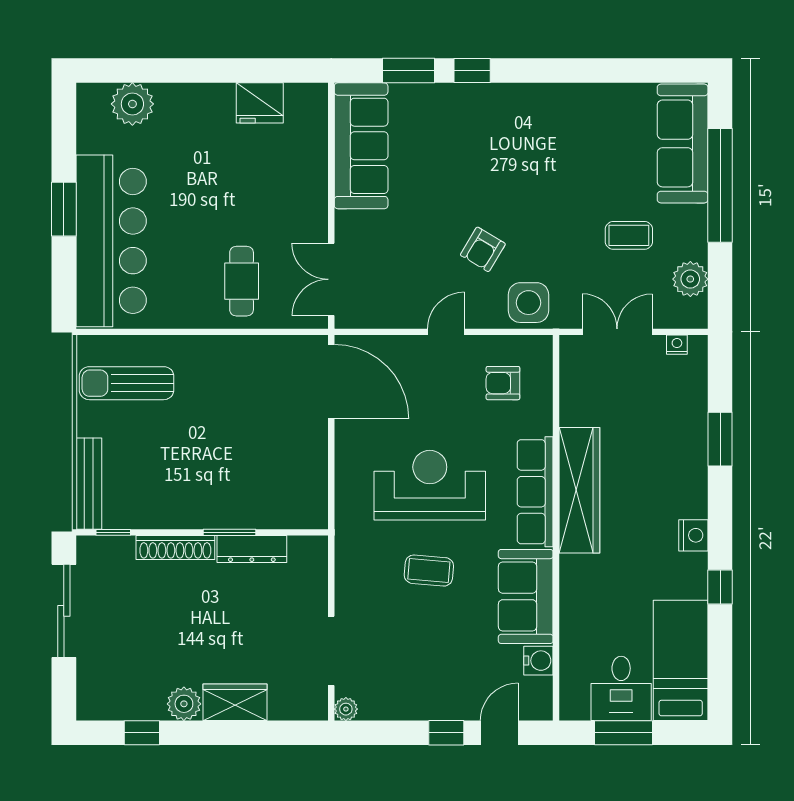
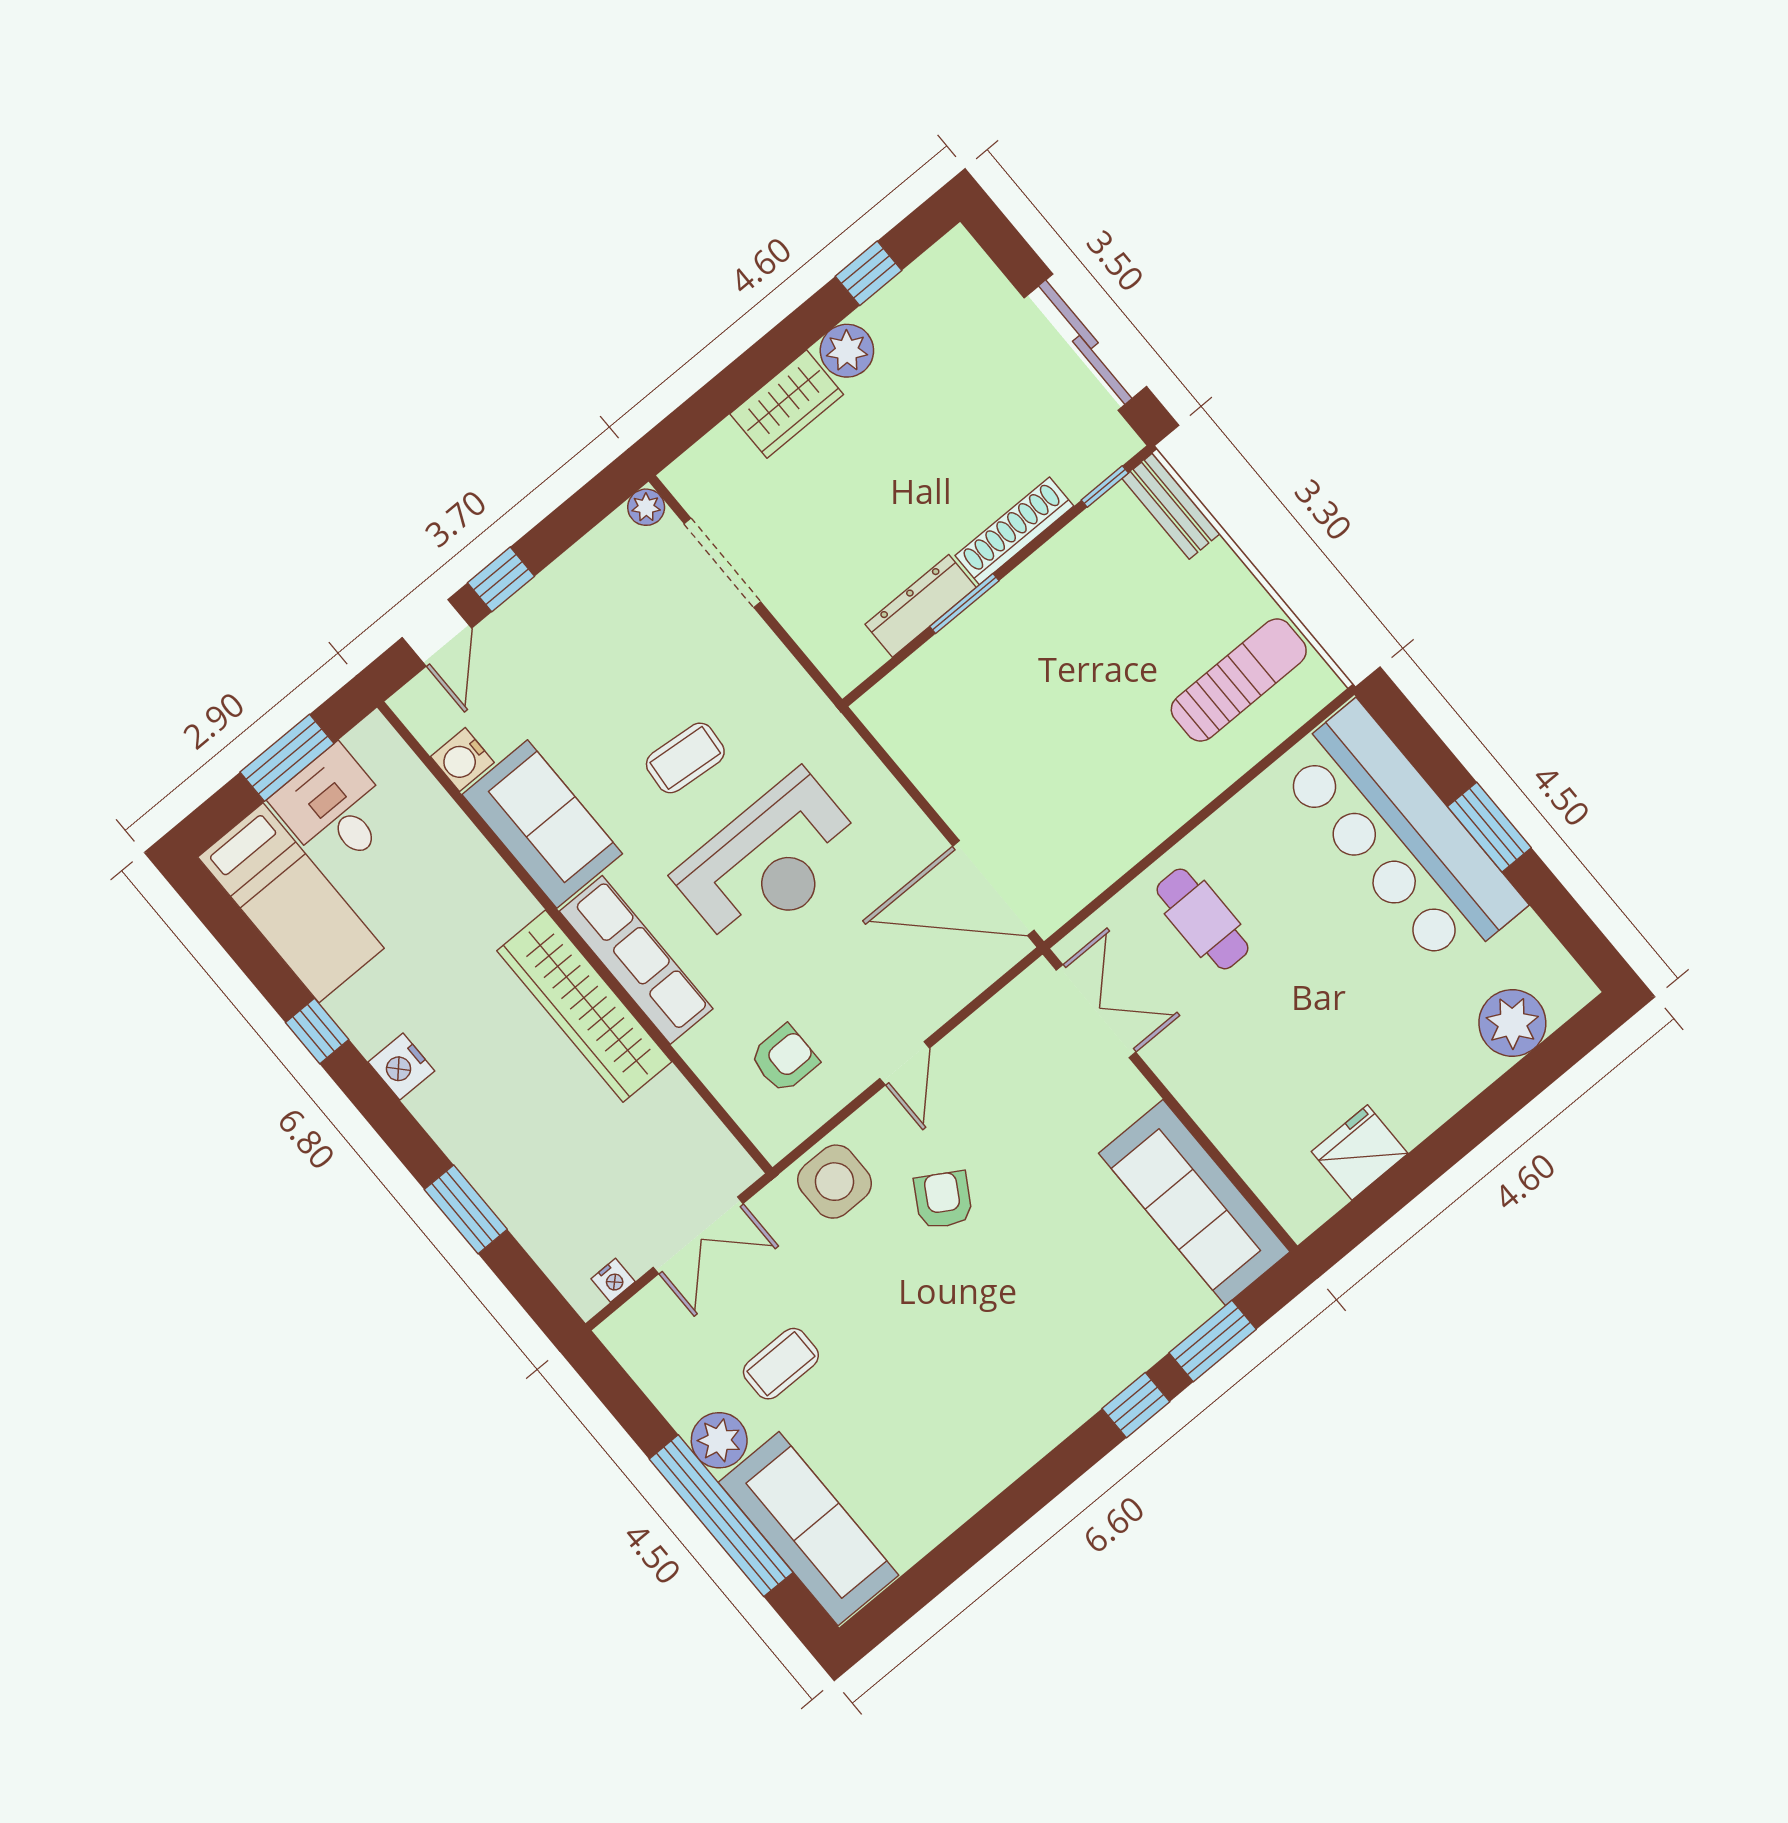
plant: (690, 279) -> (719, 1440), moved
bench: (89, 484) -> (1171, 506), width x0.73

